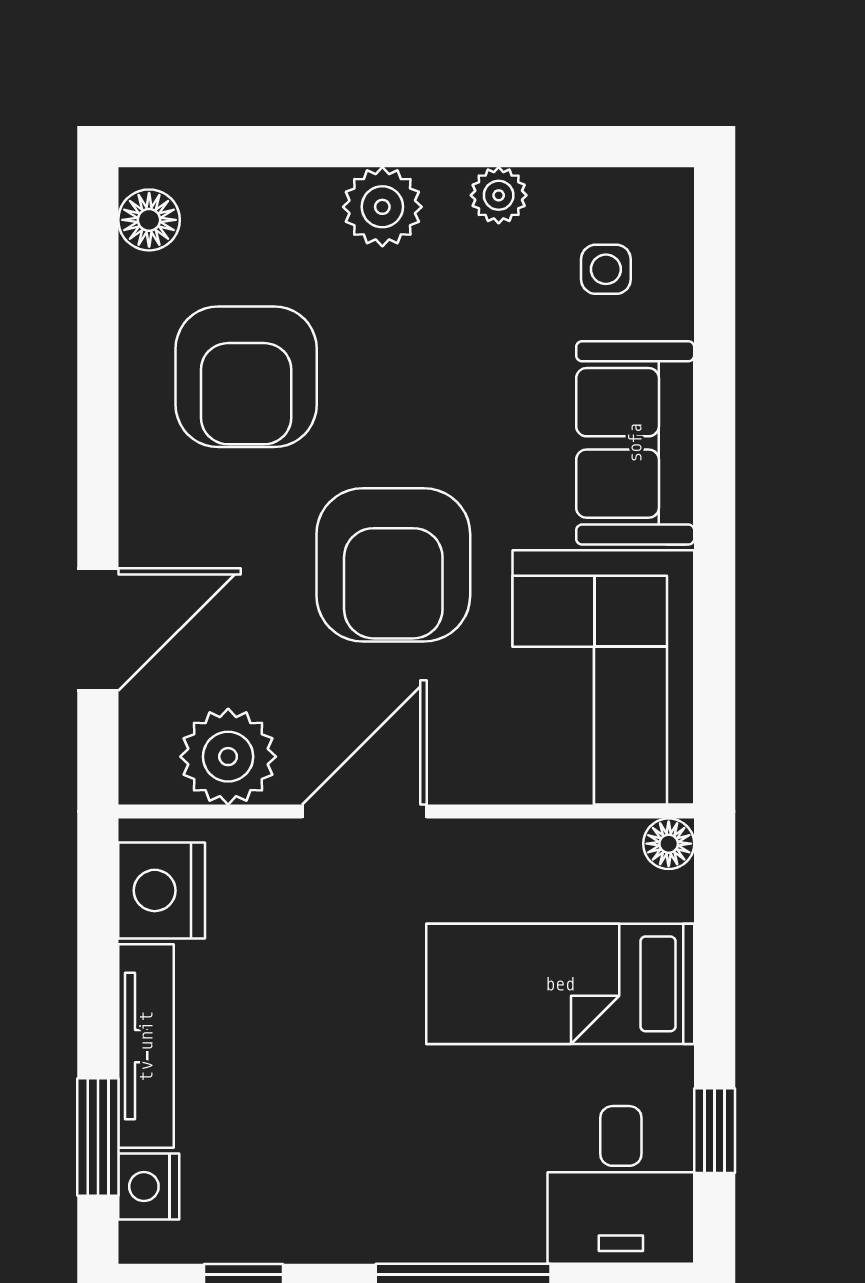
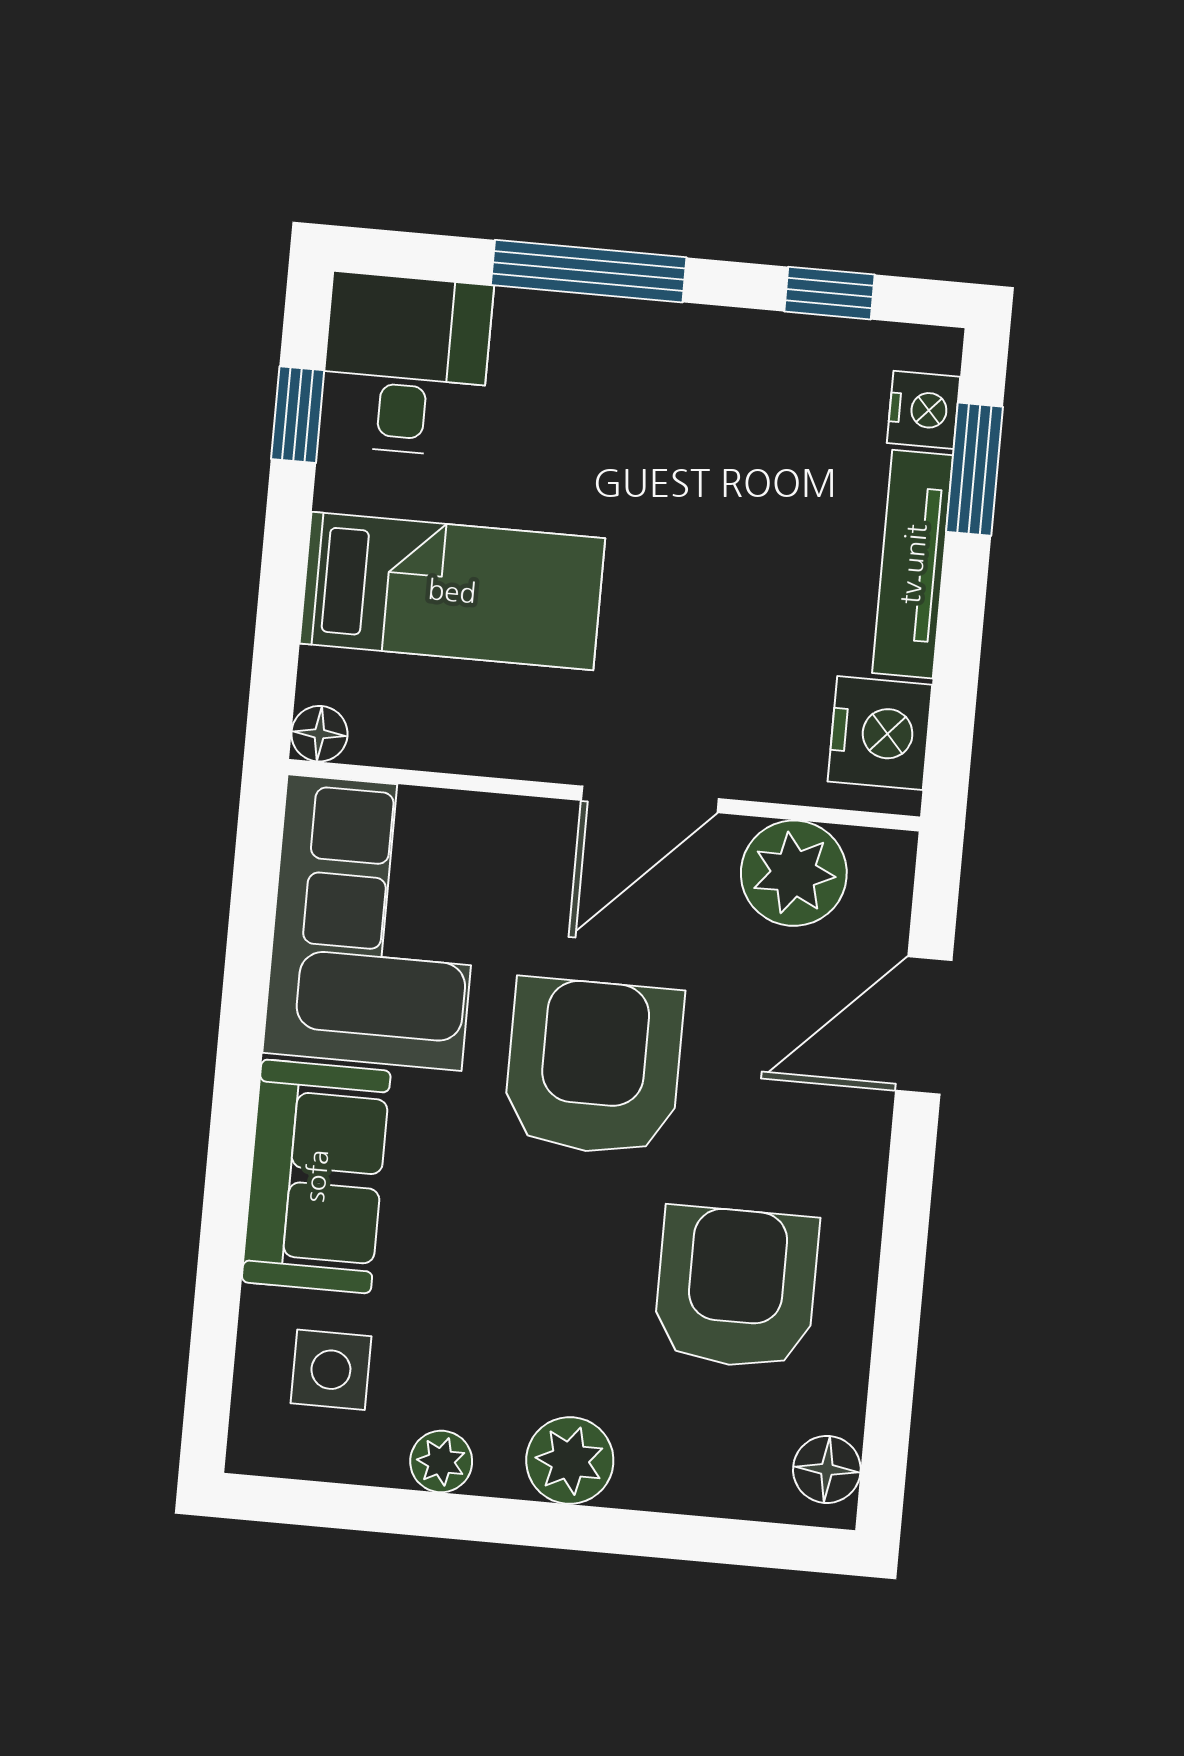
side table: (606, 269) -> (331, 1370), width x1.37, depth x1.37

